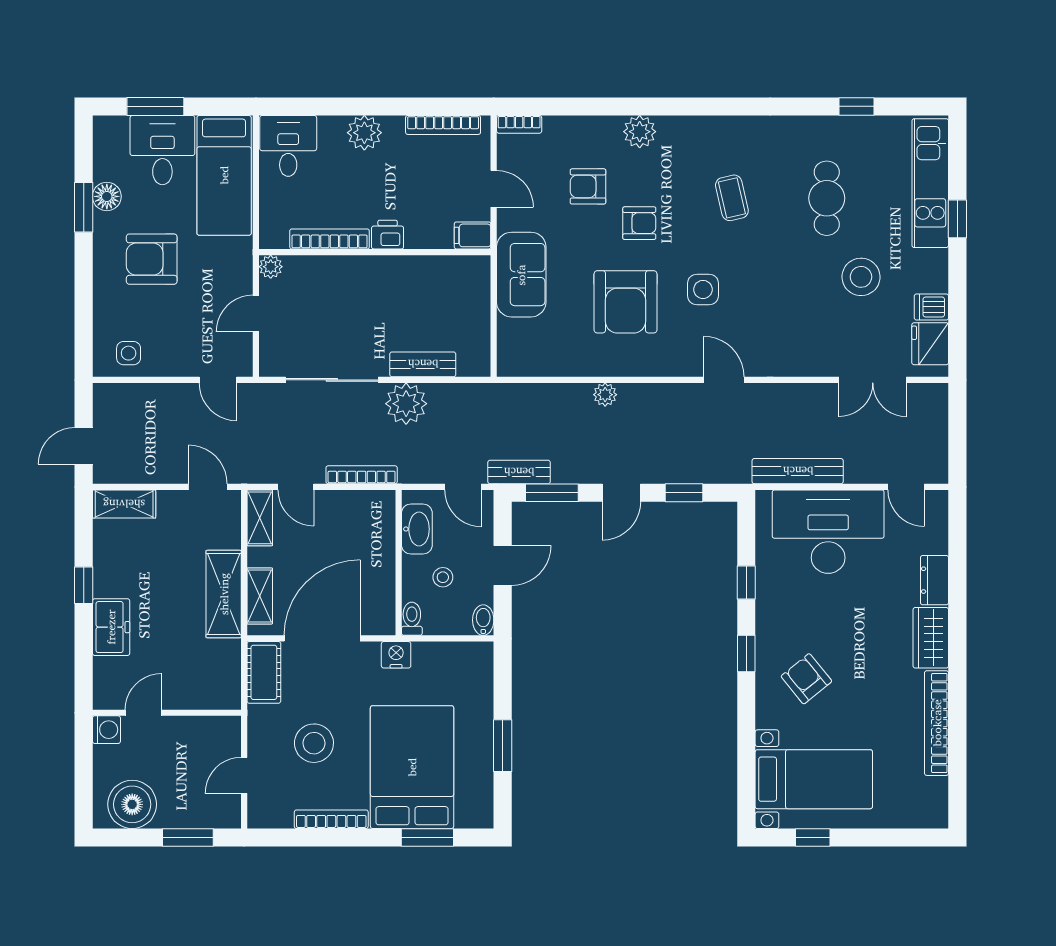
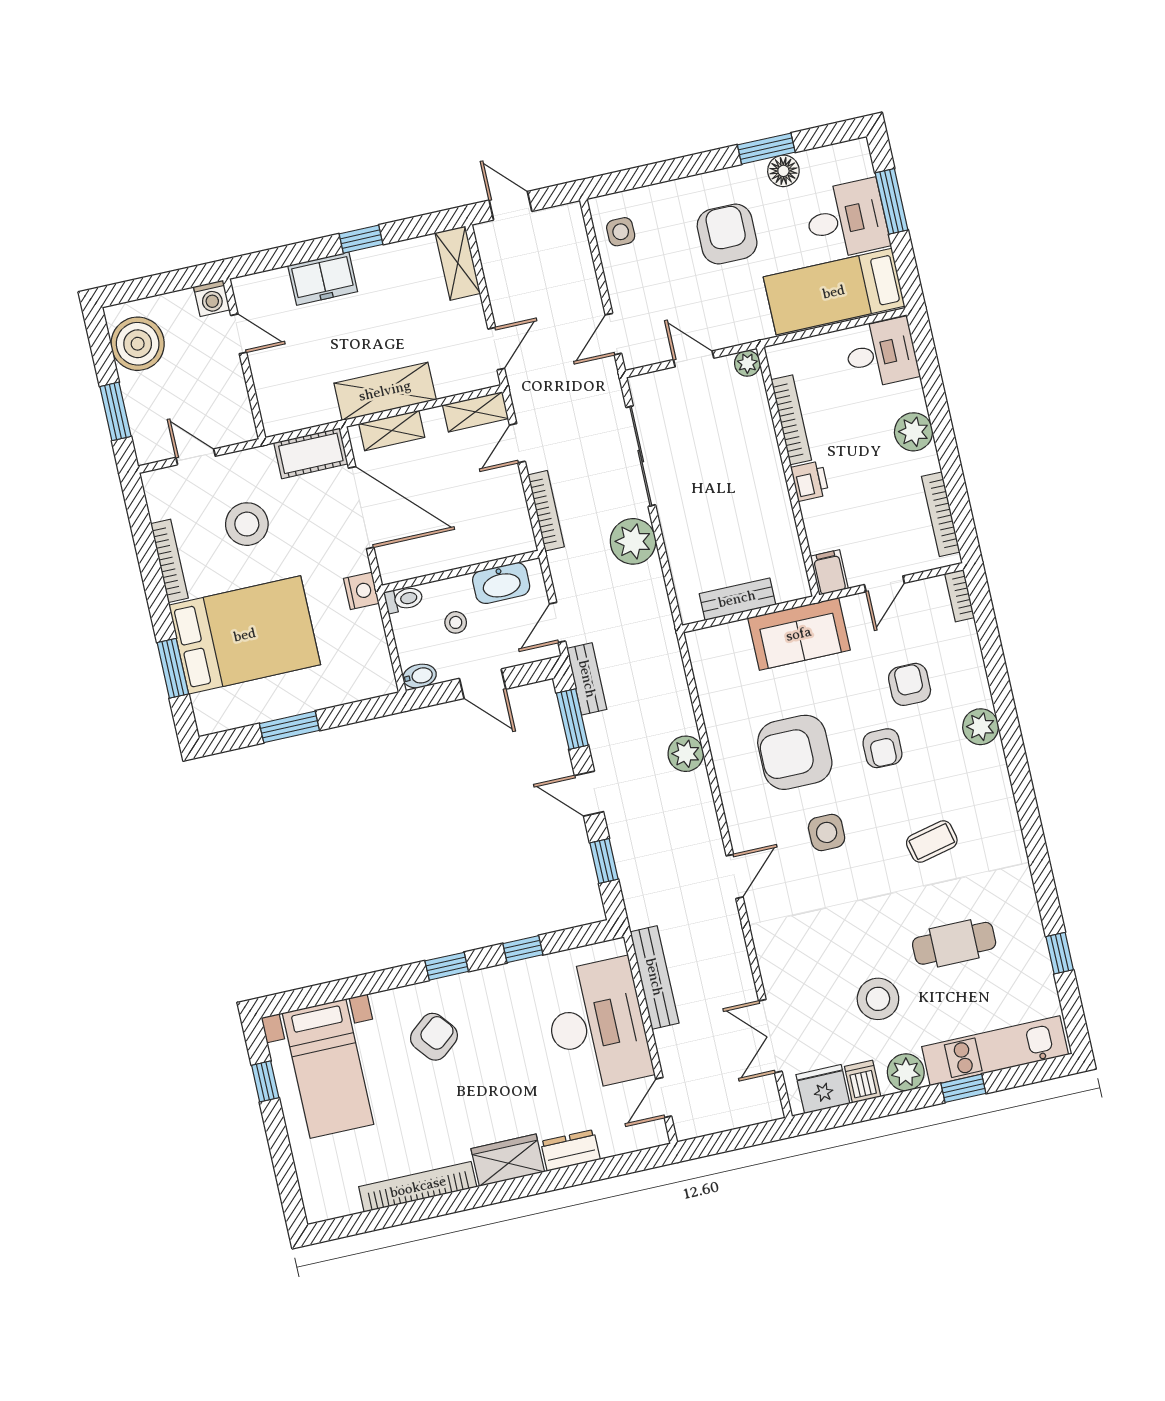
plant: (932, 267) -> (906, 1072), added
bench: (423, 364) -> (737, 599), moved, turned 90
plant: (605, 395) -> (686, 754), width x1.38, depth x1.38

